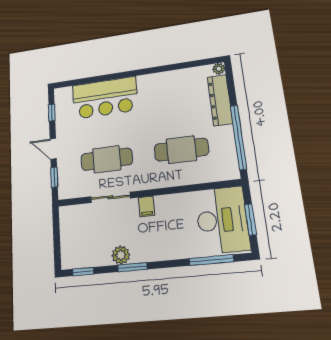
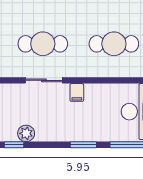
plant: (121, 255) -> (26, 133), moved
window: (132, 267) -> (83, 145), moved

